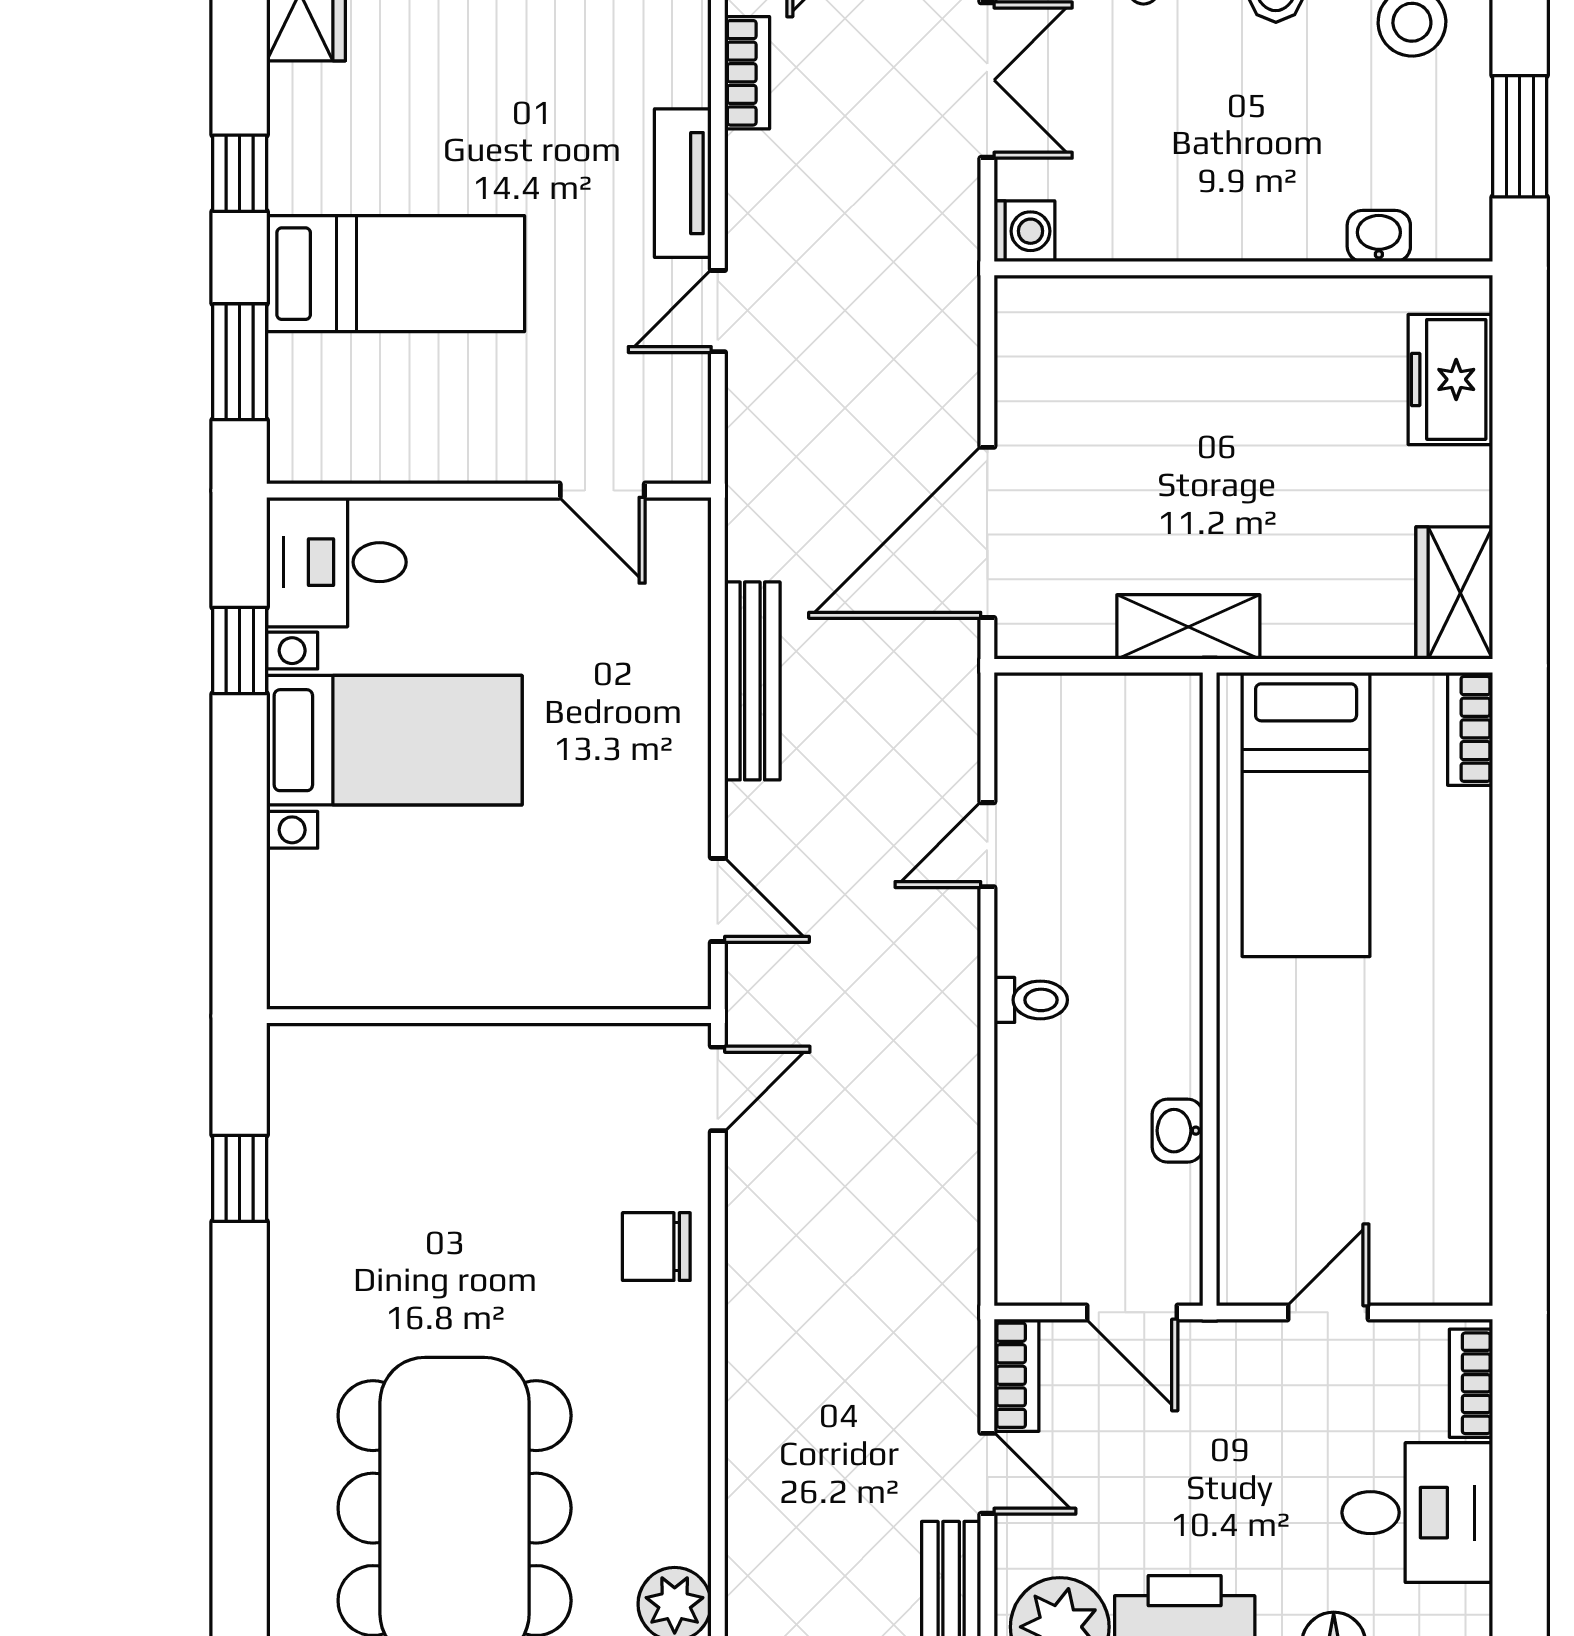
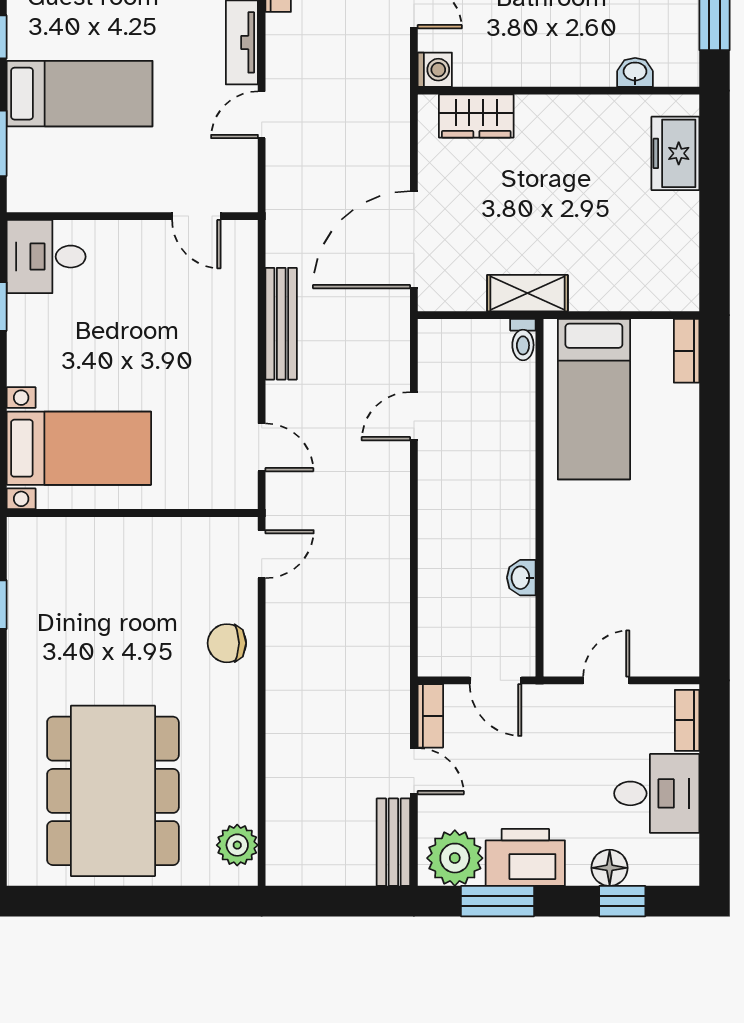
wardrobe: (1454, 593) -> (476, 116), moved, turned -90
bed with nightstands: (394, 740) -> (79, 448), moved
toilet: (1031, 1000) -> (523, 340), moved, turned 90

